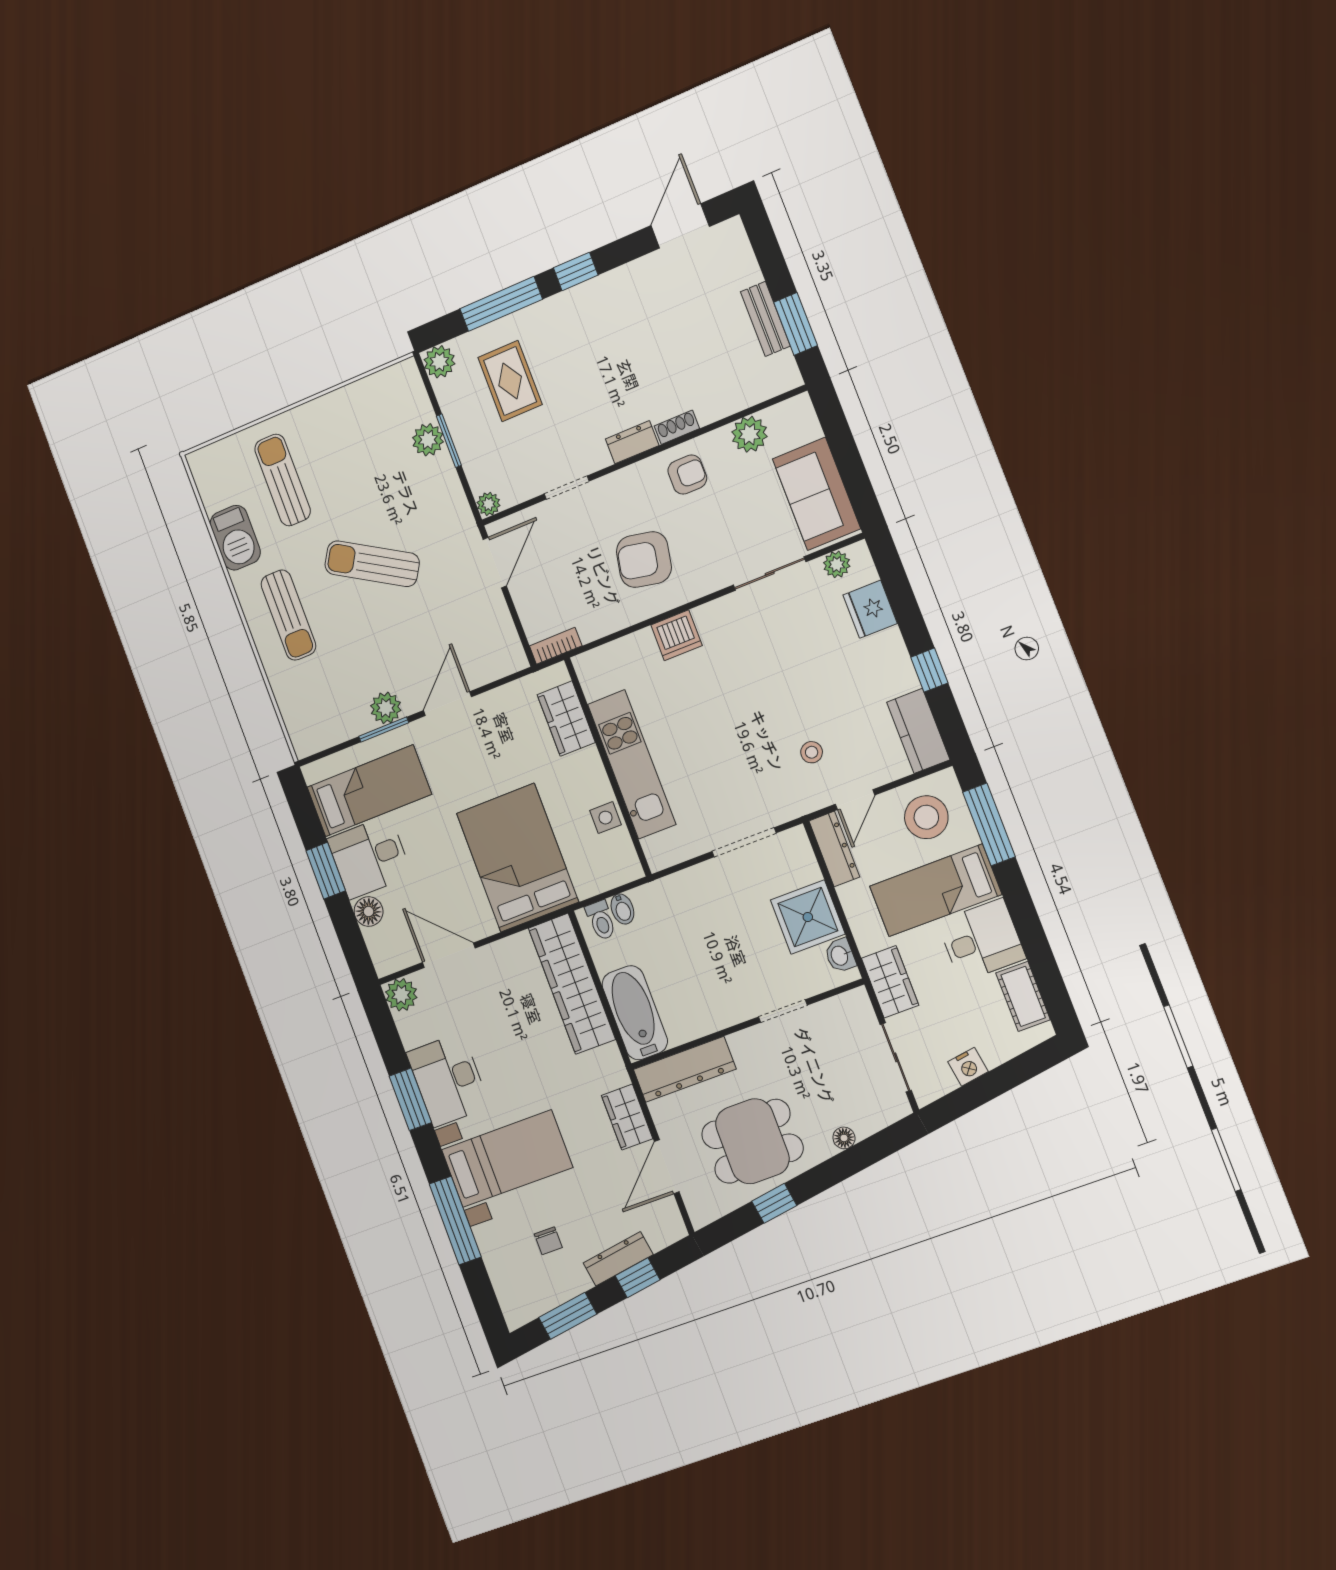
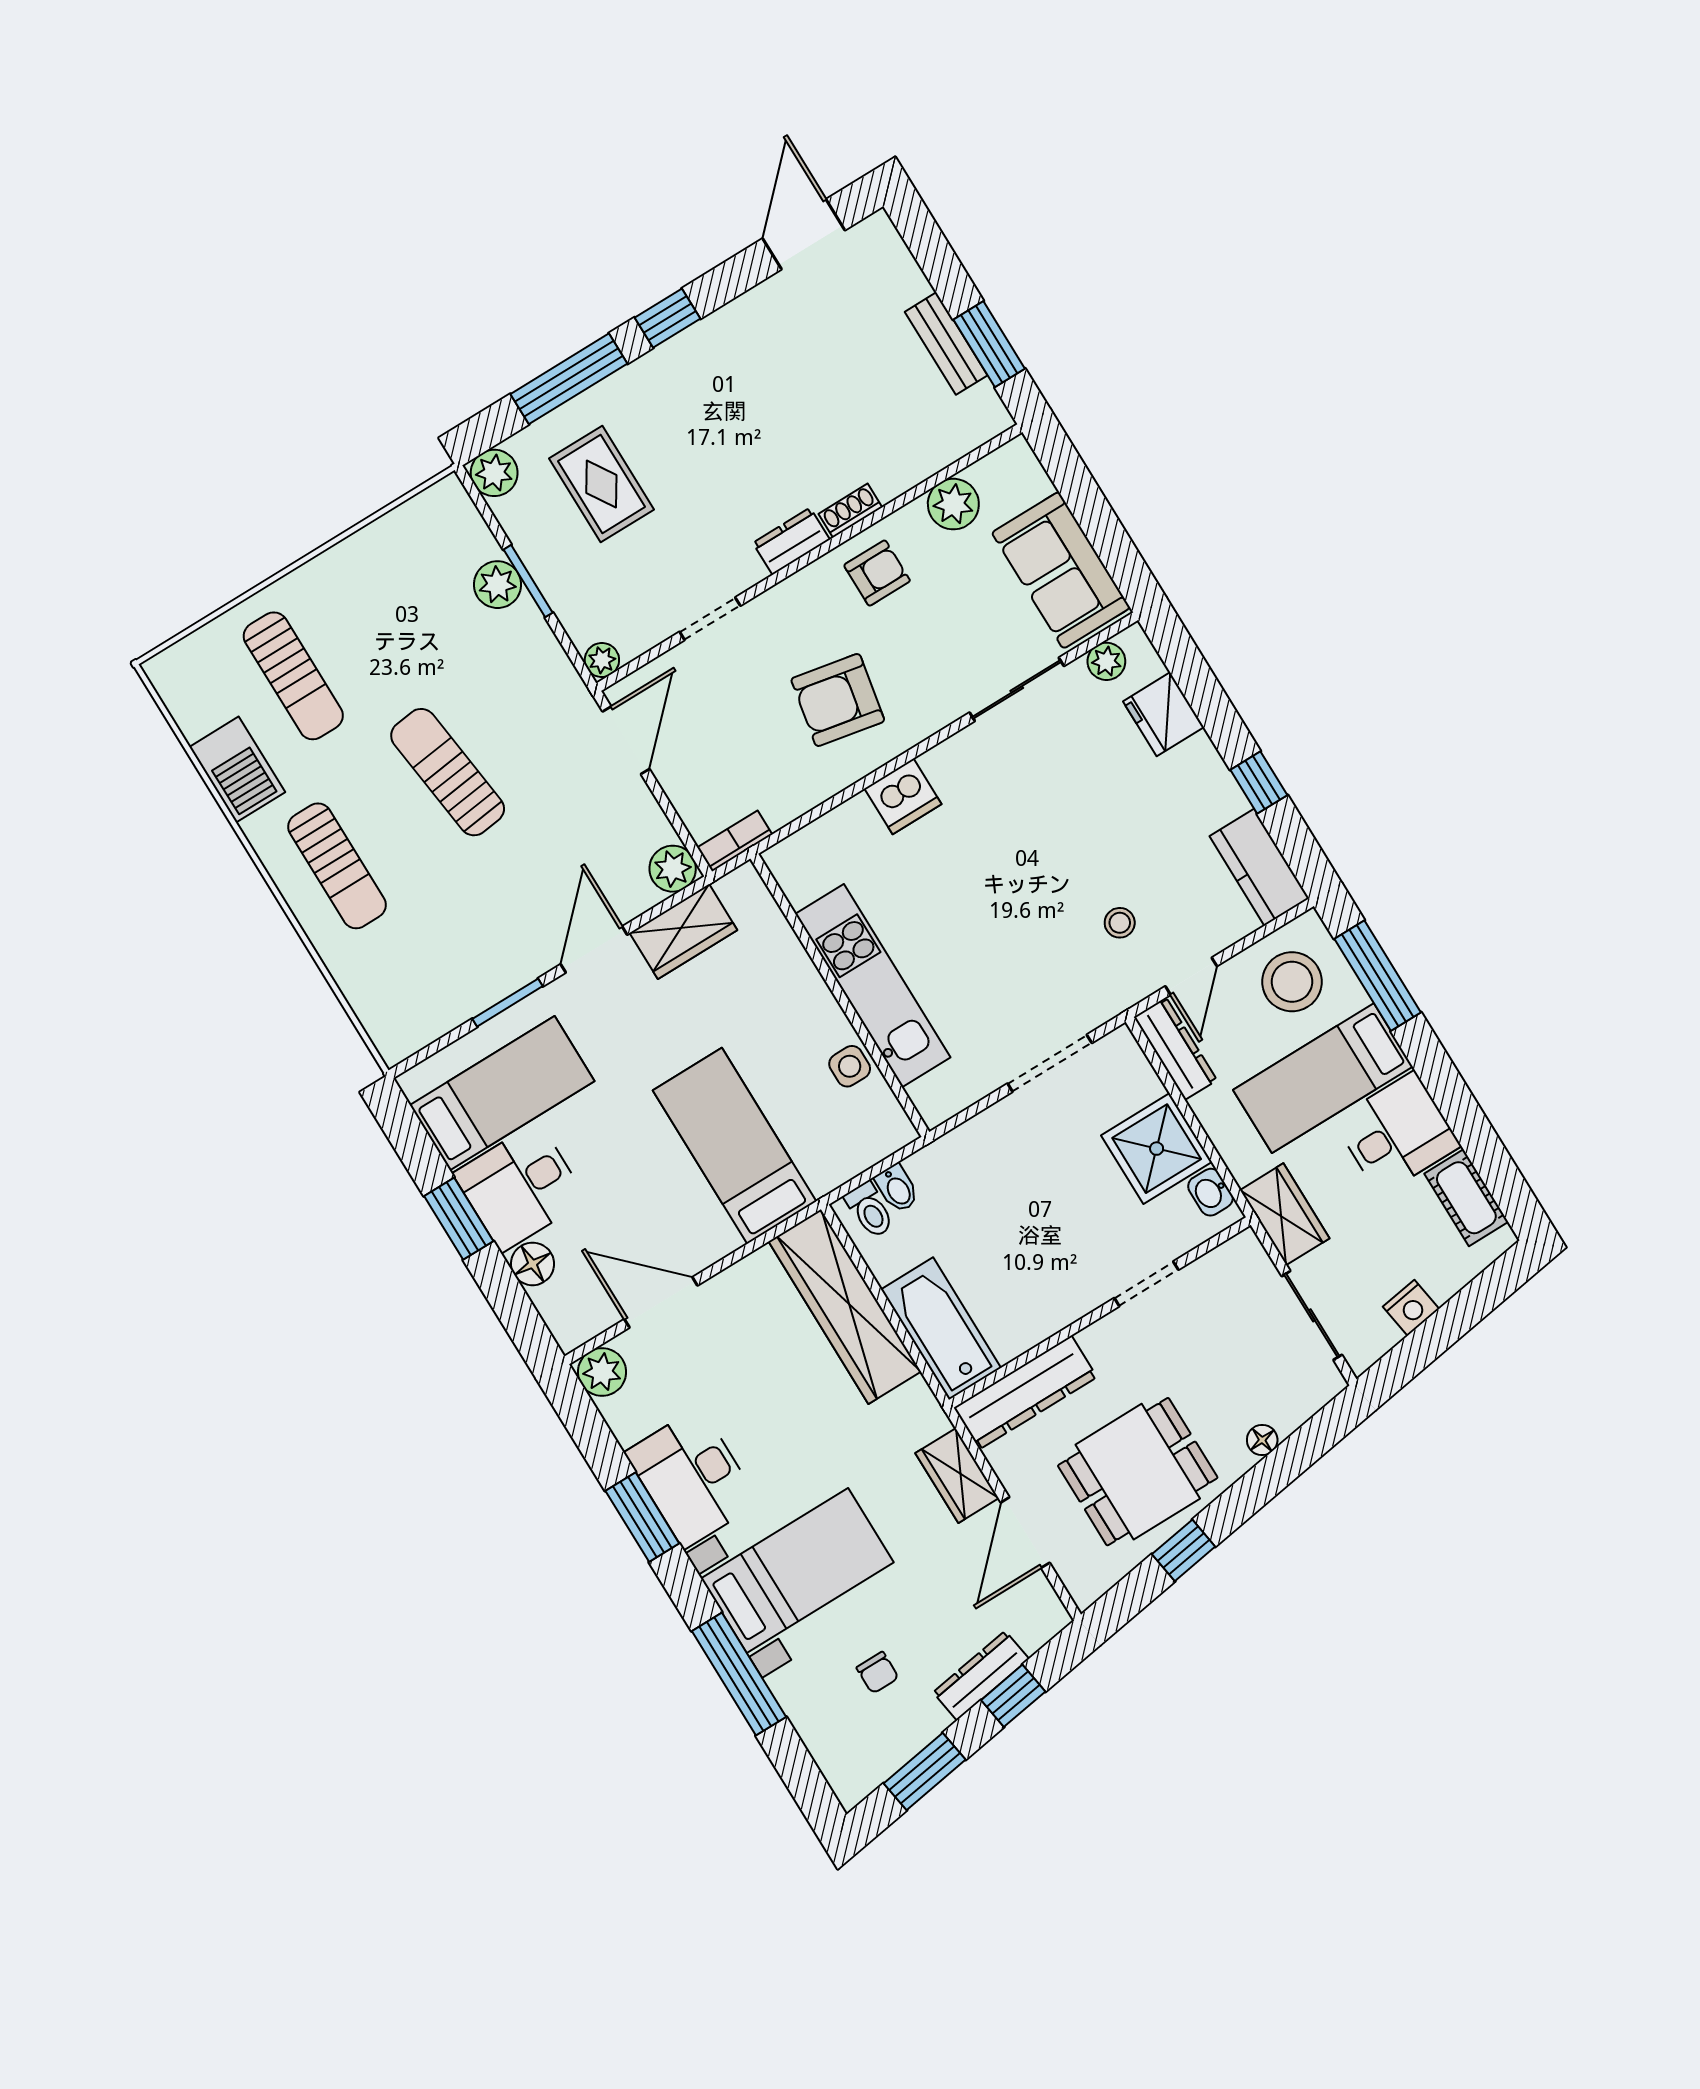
sun lounger: (283, 480) -> (293, 676), turned 180
sun lounger: (372, 564) -> (448, 772), turned 52
plant: (386, 708) -> (673, 869), moved
wardrobe: (566, 719) -> (683, 931), moved, turned -90
bed: (517, 858) -> (735, 1146), width x0.67

